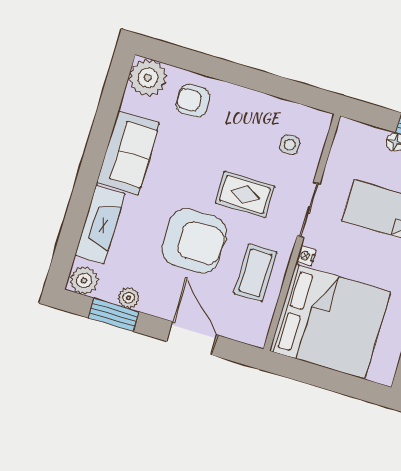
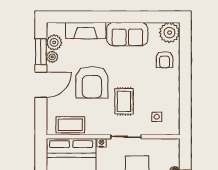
armchair: (193, 101) -> (165, 60), turned 180
coffee table: (255, 273) -> (70, 125), moved
plant: (84, 281) -> (54, 42), moved
door: (192, 338) -> (41, 85), moved

